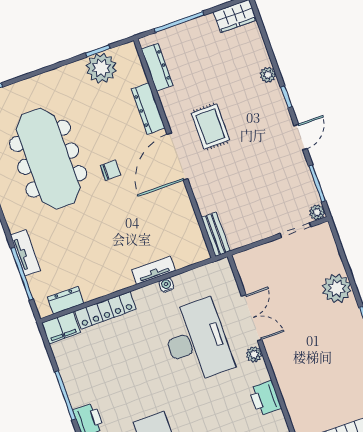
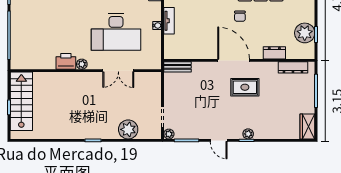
plant: (268, 75) -> (248, 134), moved
dresser: (148, 108) -> (274, 53), width x0.70
plant: (337, 288) -> (128, 129), moved
plant: (254, 354) -> (82, 64), moved

